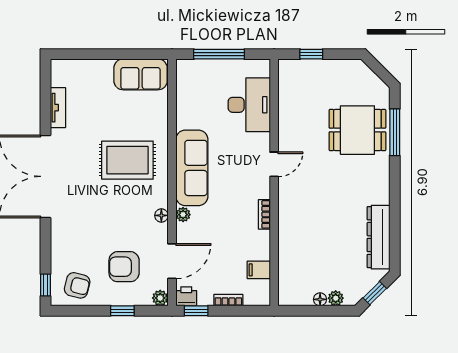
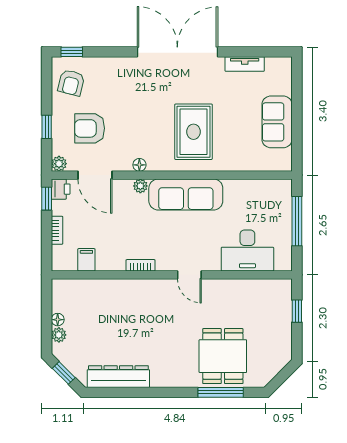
sofa: (141, 74) -> (277, 122), moved
armchair: (124, 267) -> (90, 128), turned -90

